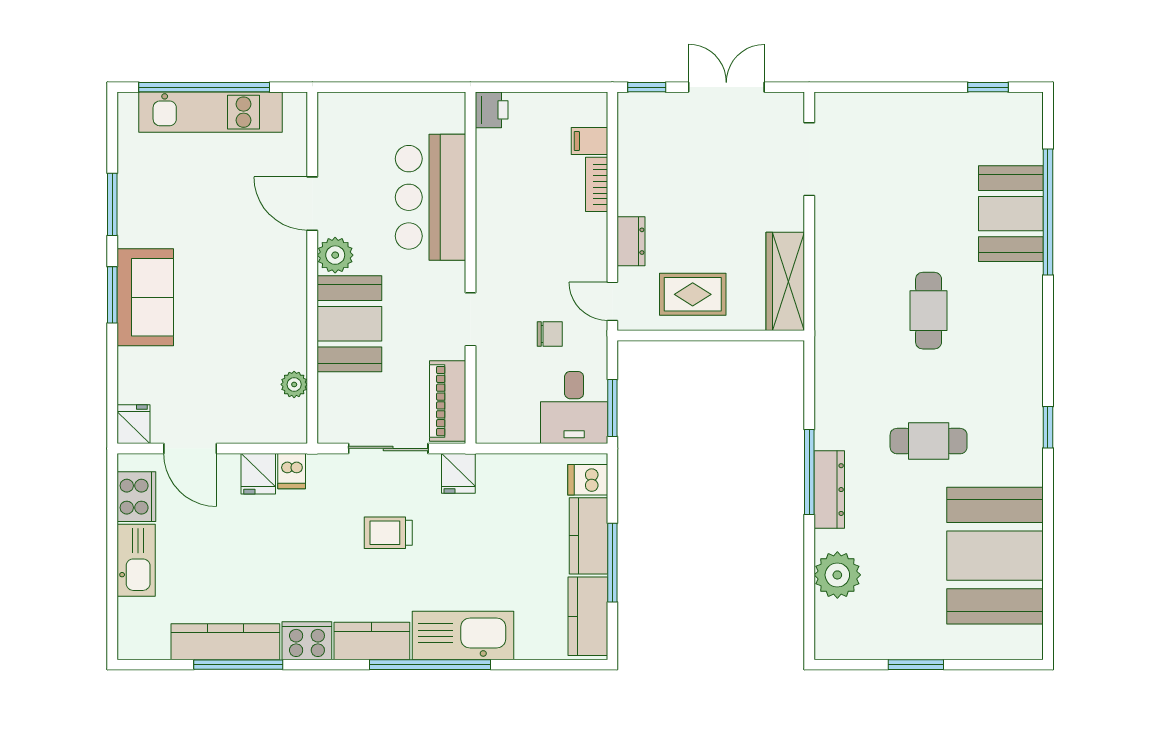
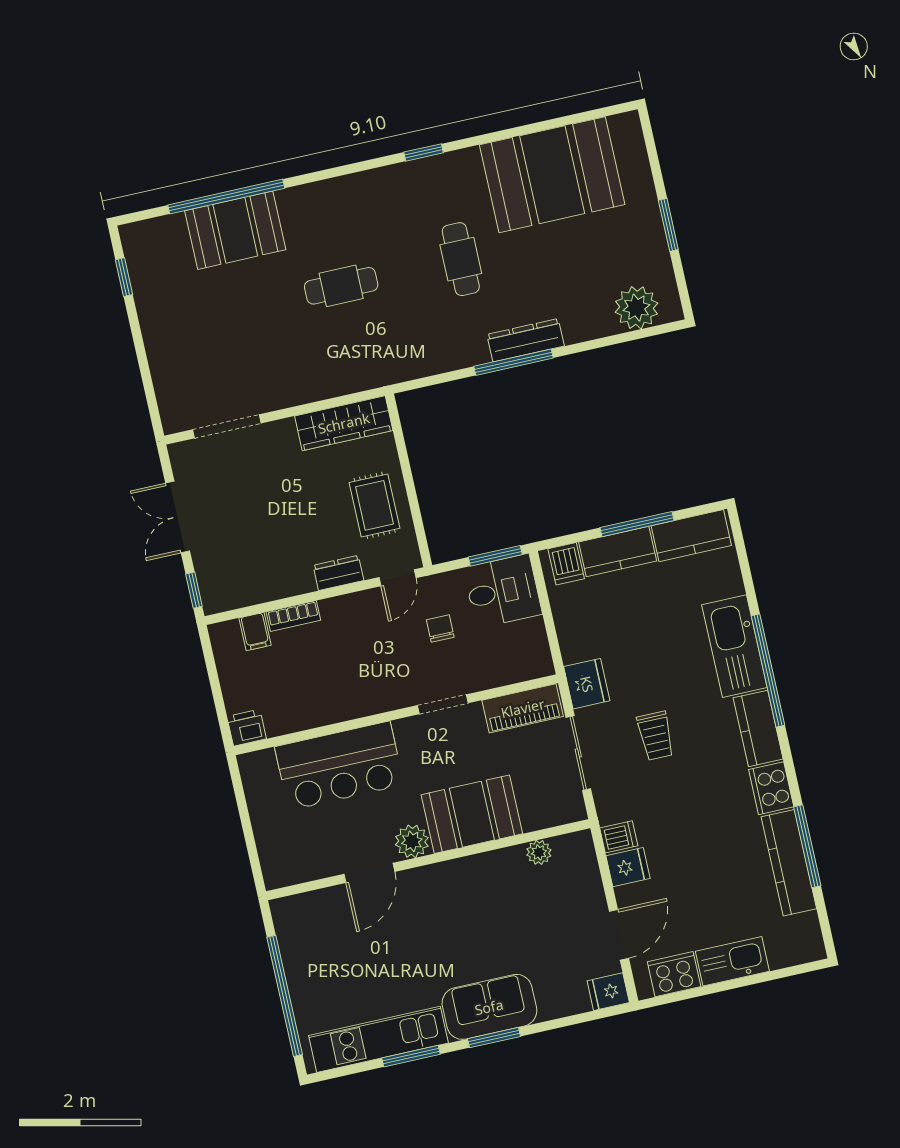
kitchen unit: (211, 112) -> (378, 1039), moved, turned -90
fridge: (458, 473) -> (587, 684), width x1.38
plant: (837, 575) -> (636, 308), moved

